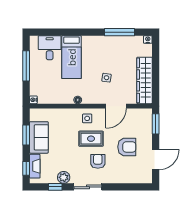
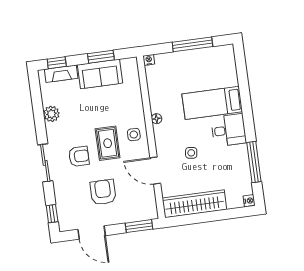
desk: (50, 48) -> (229, 130), moved
armchair: (127, 147) -> (103, 192), turned 180
window: (55, 187) -> (52, 214), moved
sliding door: (88, 187) -> (45, 163), moved

